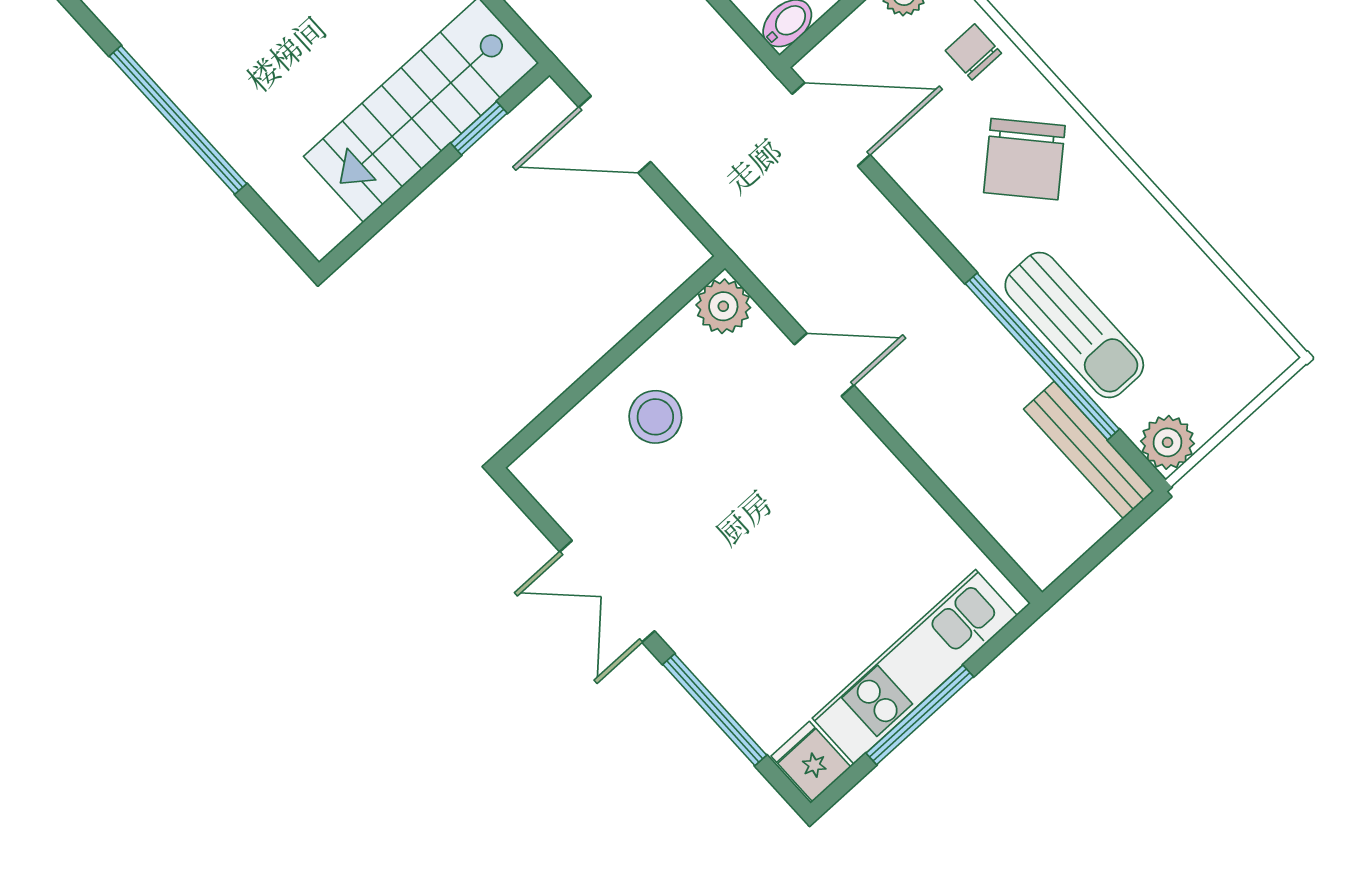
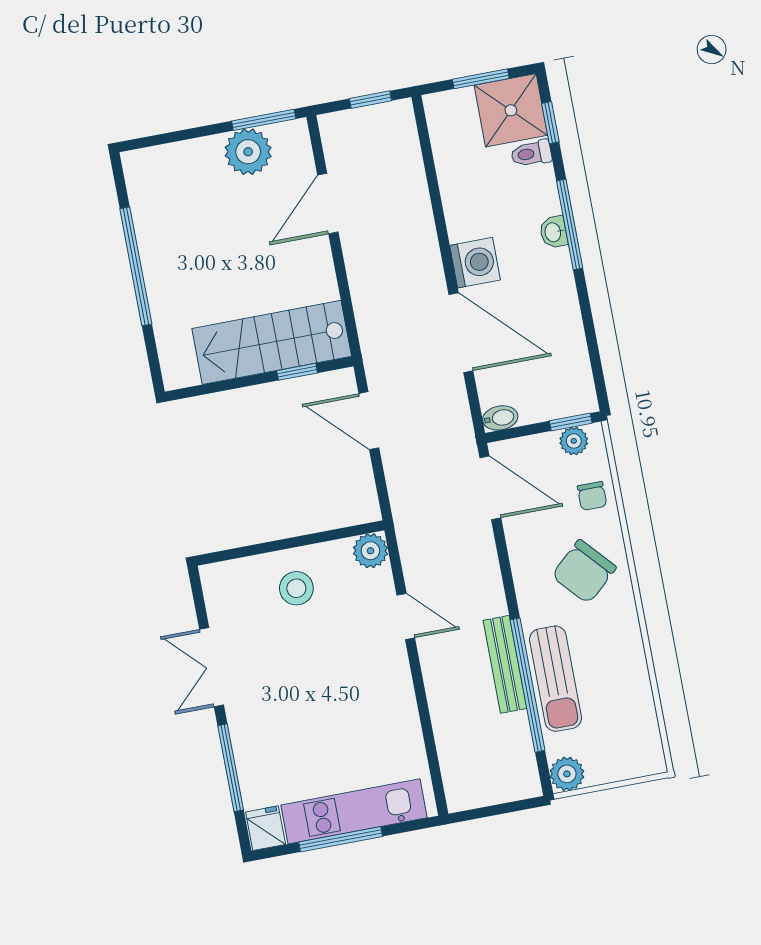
chair: (973, 52) -> (592, 496), turned 180
bench: (1089, 450) -> (505, 664), moved

